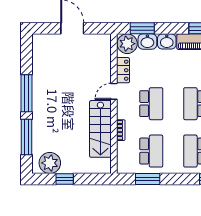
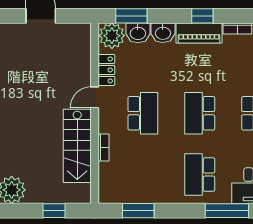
school desk: (151, 151) -> (143, 175), removed
window: (65, 179) -> (54, 211), moved

